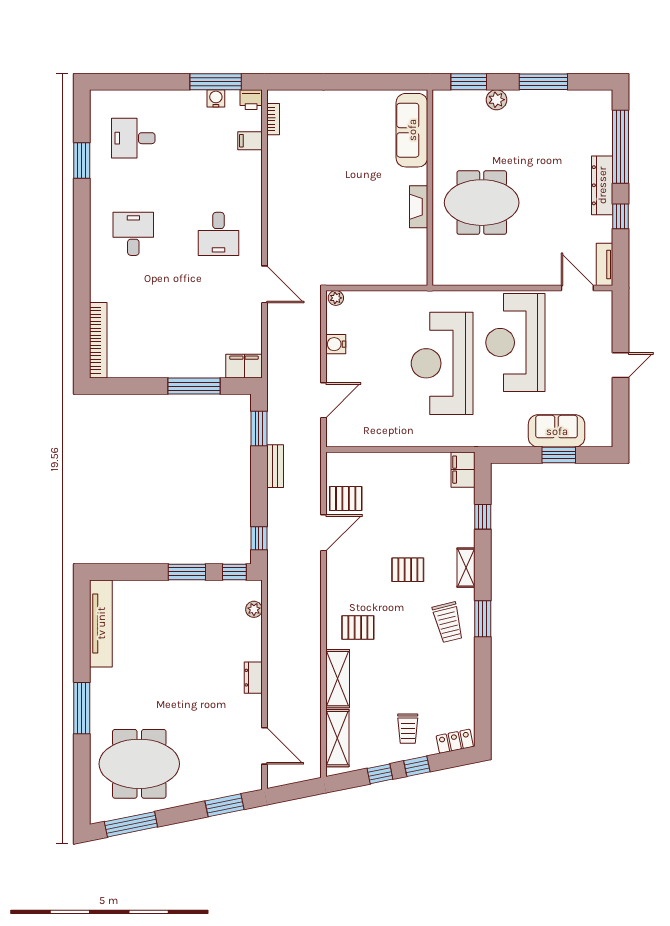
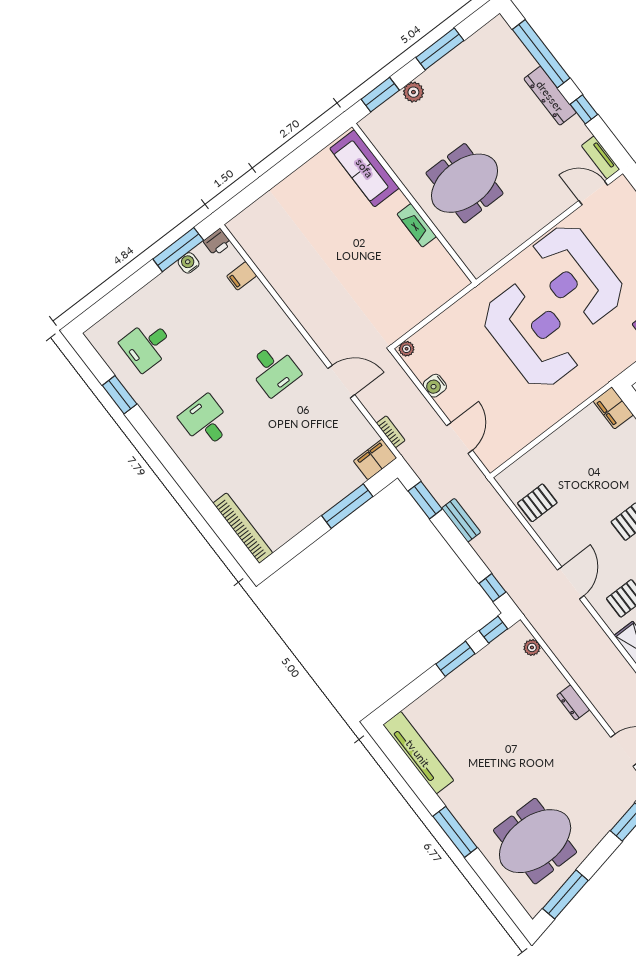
bookcase: (273, 119) -> (391, 432), moved
reception desk: (442, 363) -> (531, 336), turned 180
door: (324, 533) -> (571, 583), moved

